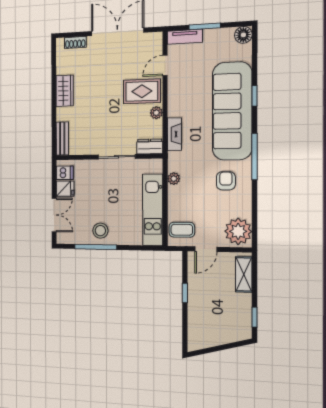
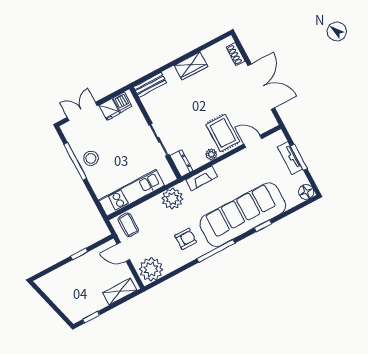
tv unit: (185, 37) -> (290, 158), moved
plant: (174, 179) -> (172, 199), width x1.88, depth x1.88
double door: (54, 215) -> (82, 111), swing flipped

